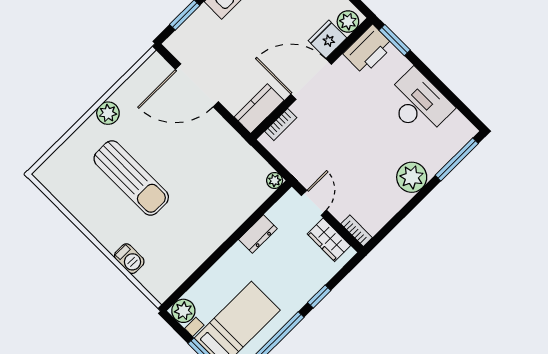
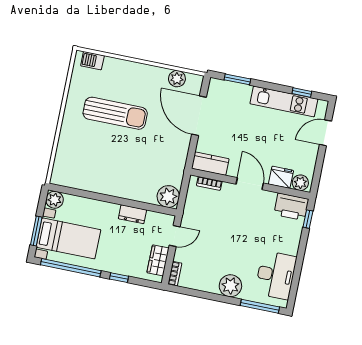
window: (395, 40) -> (308, 219), width x0.67
door: (311, 79) -> (250, 184), width x0.73
desk: (418, 103) -> (276, 275), moved
plant: (108, 113) -> (177, 79), moved
sun lounger: (131, 178) -> (115, 113), turned -90
plant: (275, 180) -> (168, 197), width x1.88, depth x1.88
barbecue: (129, 259) -> (92, 61), moved, turned 90

